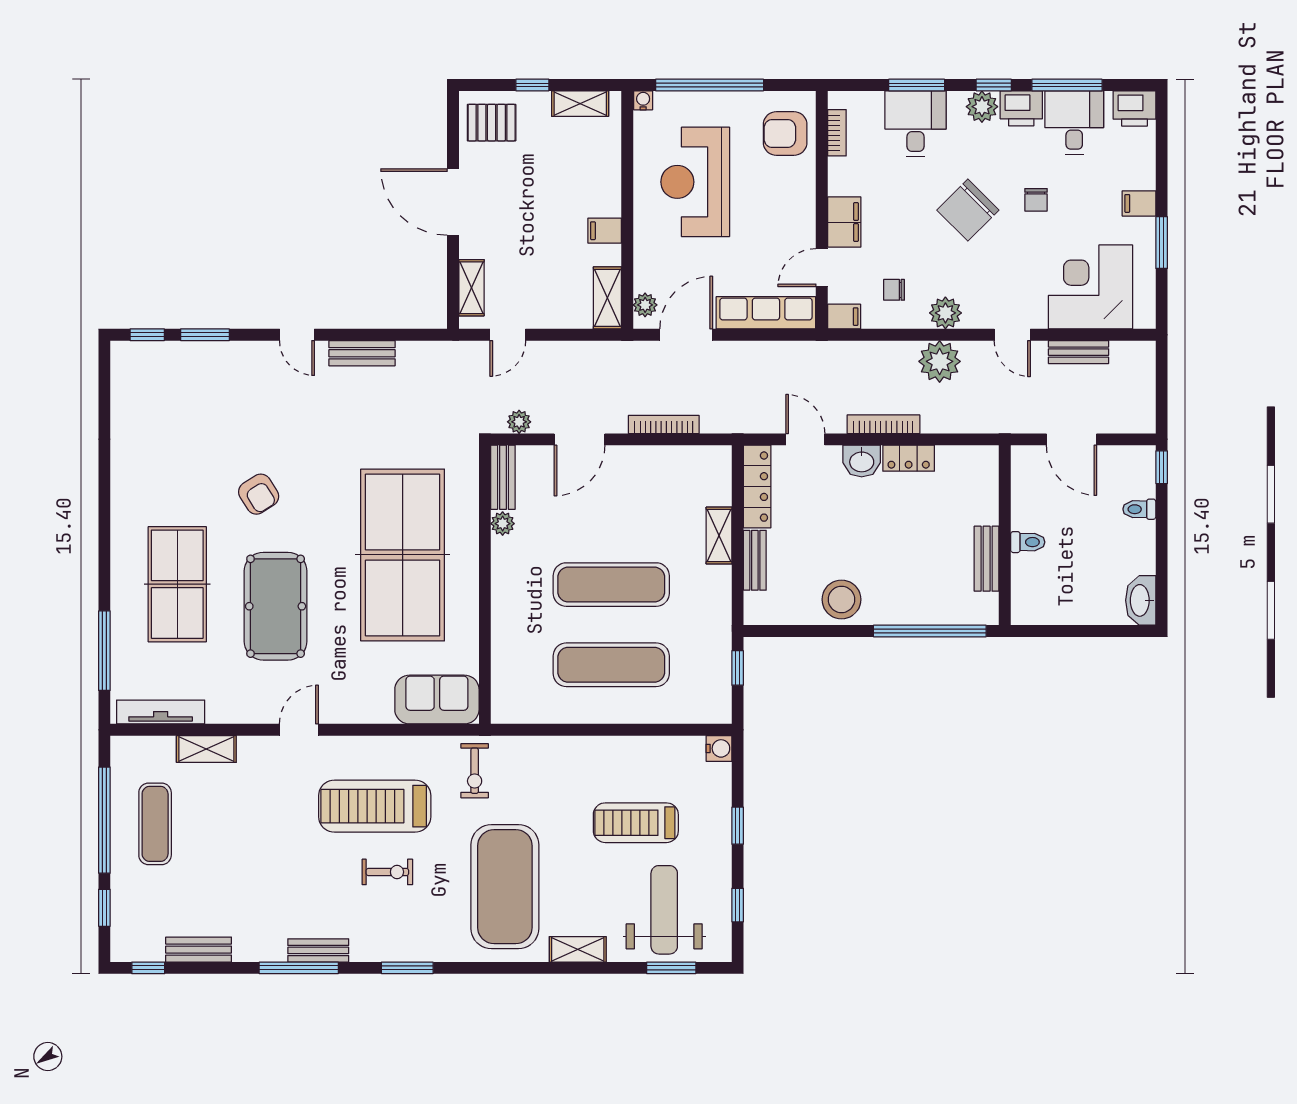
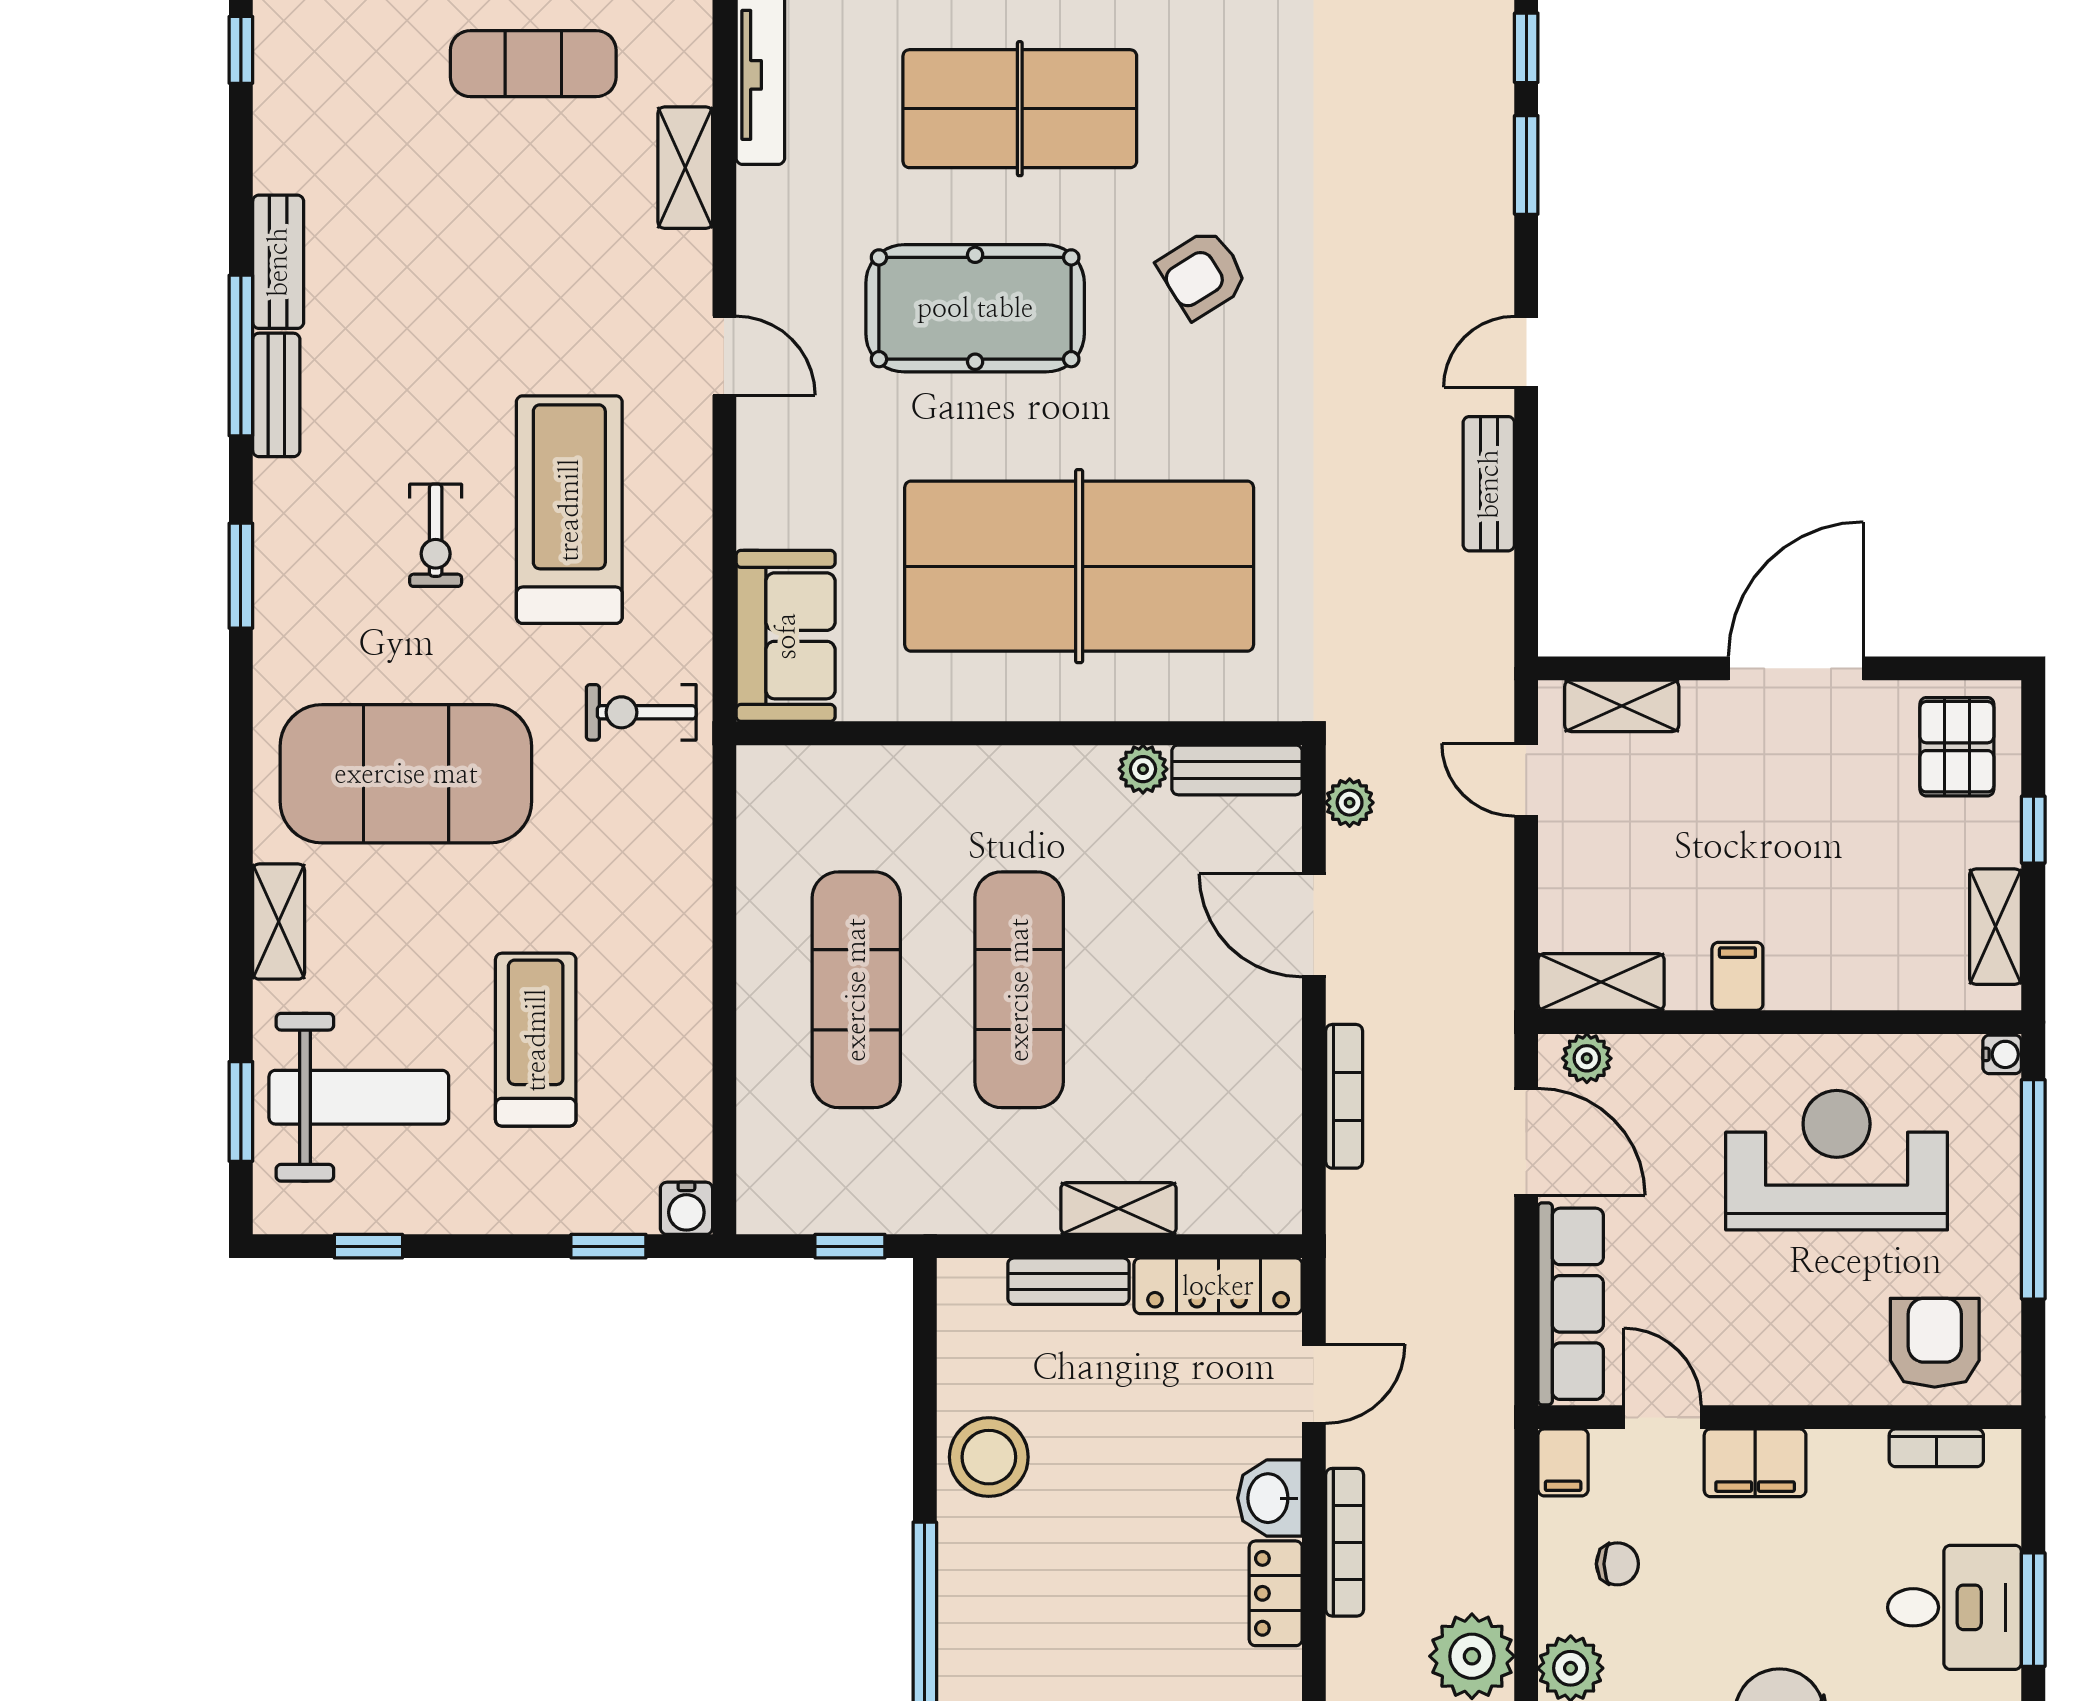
chair: (894, 290) -> (1617, 1564), turned 90
window: (738, 826) -> (608, 1246), moved
bench: (199, 950) -> (278, 262), moved

